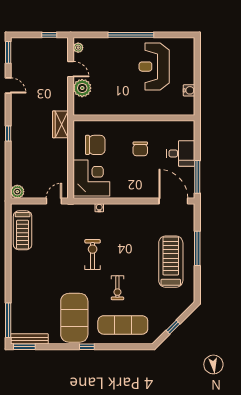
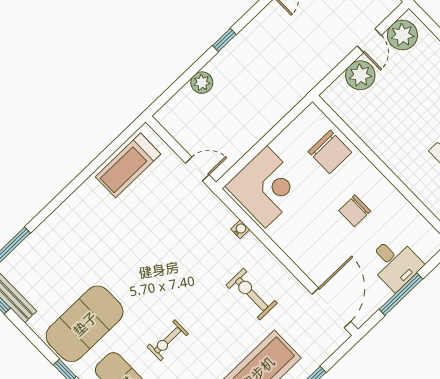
plant: (78, 48) -> (402, 35), width x1.88, depth x1.88
wardrobe: (60, 124) -> (293, 91), removed
chair: (95, 145) -> (330, 152), moved
window: (197, 177) -> (401, 294), moved
plant: (17, 192) -> (202, 83), moved
exercise bike: (93, 255) -> (252, 294), moved, turned -90

